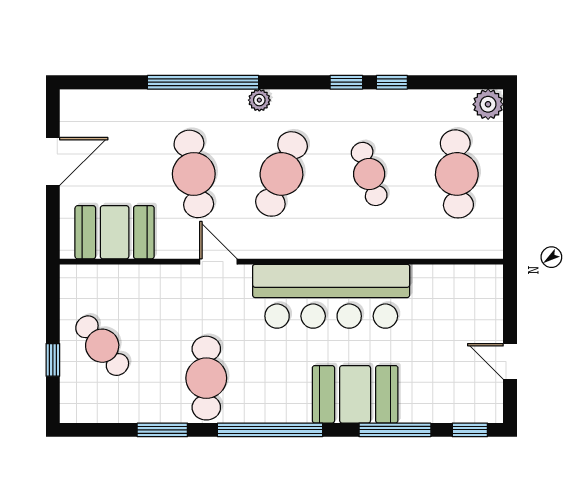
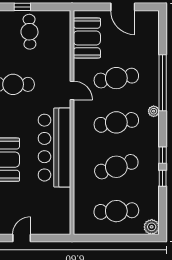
cafe table: (281, 174) -> (116, 122), turned -30
cafe table: (369, 174) -> (116, 167), width x1.37, depth x1.35
door: (218, 262) -> (72, 90), hinge flipped
cafe table: (102, 346) -> (29, 32), turned -53

